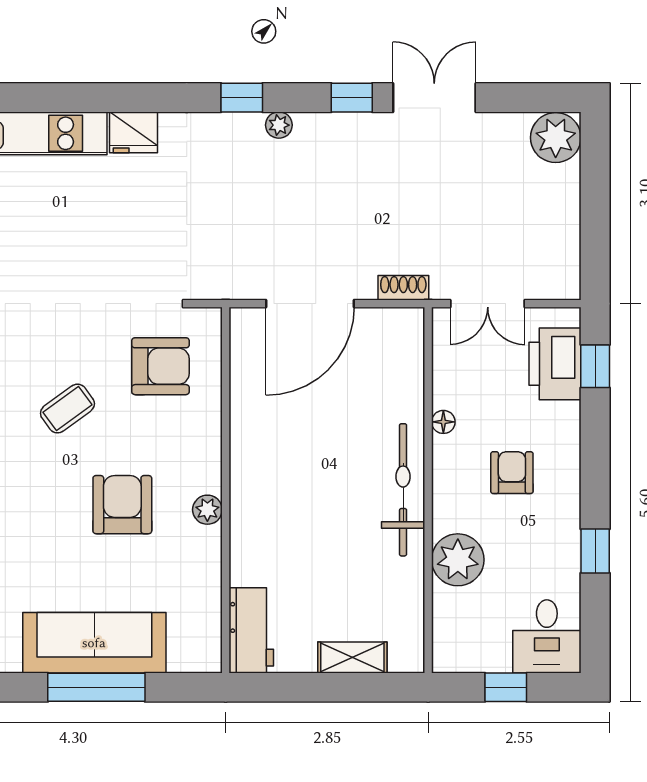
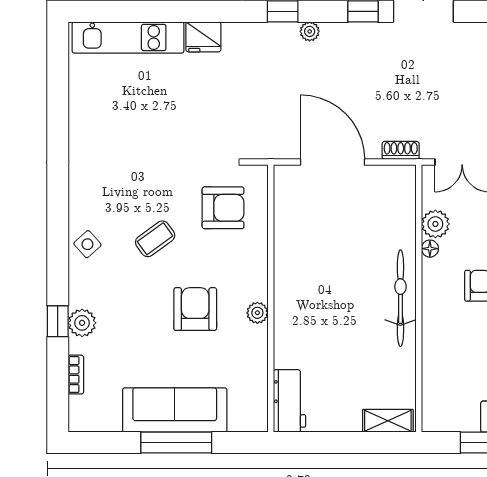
door: (310, 304) -> (332, 162), swing flipped
plant: (458, 560) -> (435, 224), moved, width x0.73, depth x0.73
shelving: (352, 657) -> (388, 421), moved

